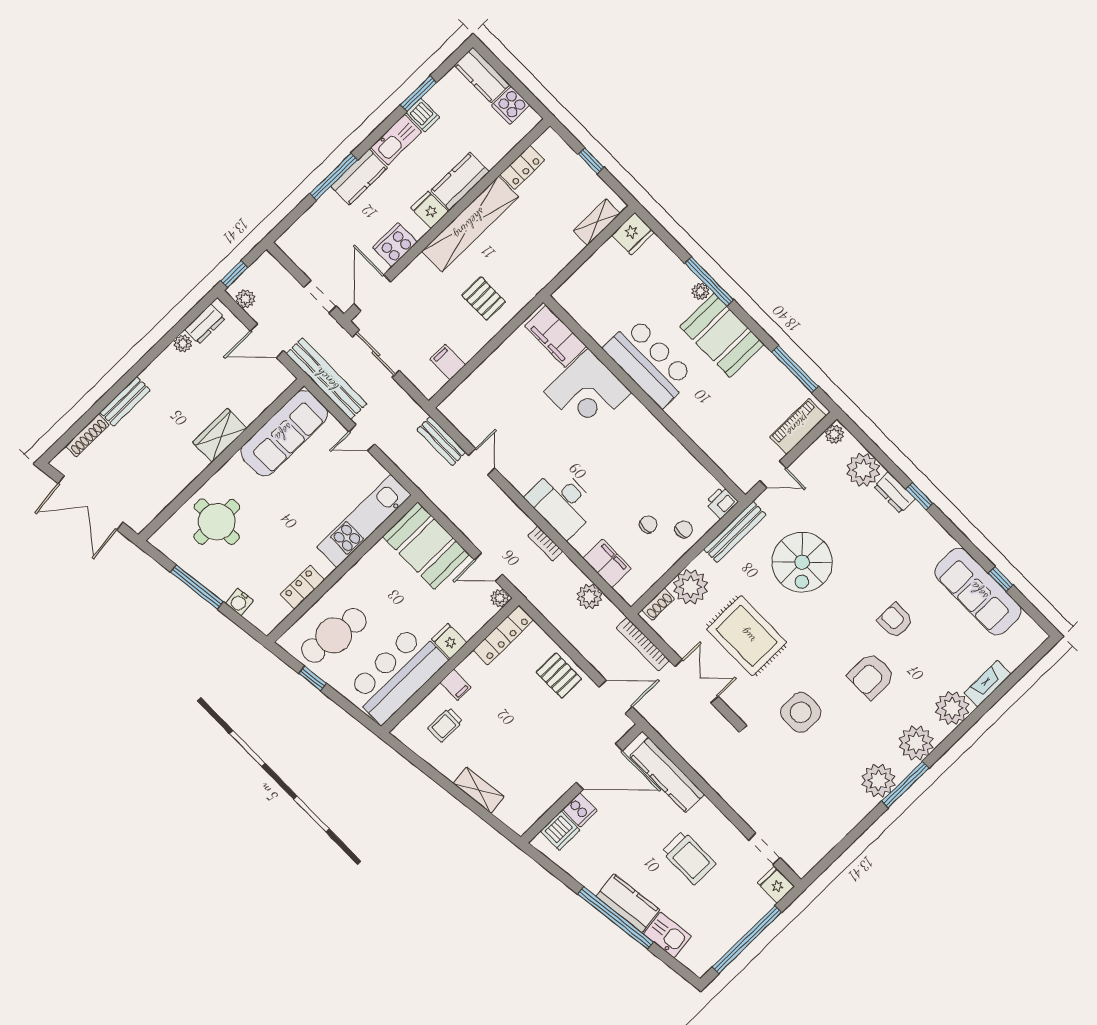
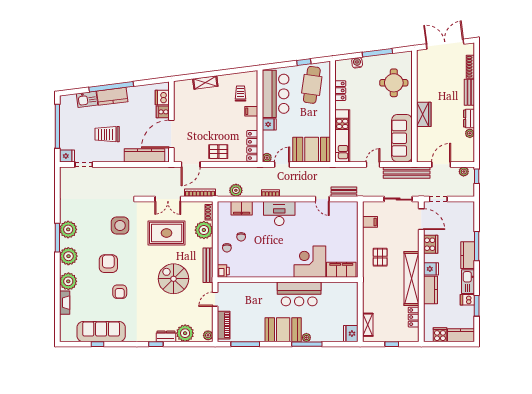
pallet: (484, 298) -> (380, 257), turned 90
dresser: (205, 324) -> (469, 119), moved
armchair: (895, 621) -> (120, 292), turned 90

